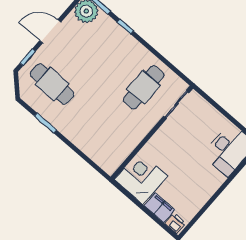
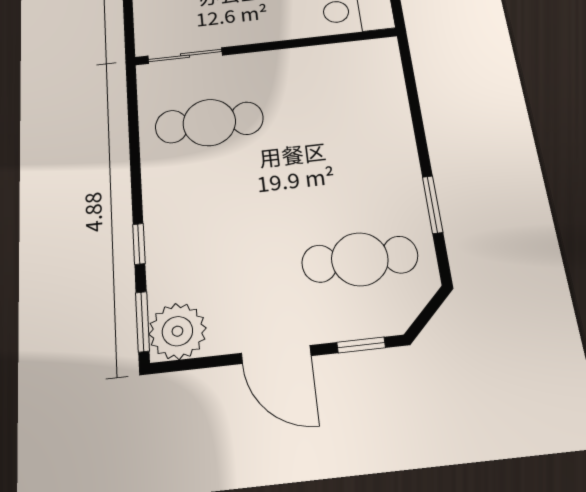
cafe table: (52, 84) -> (360, 259), turned 90

